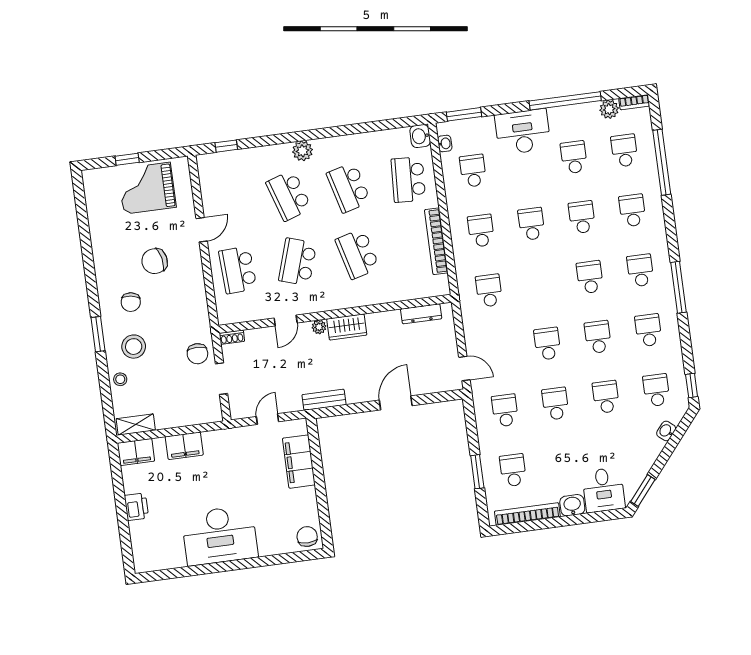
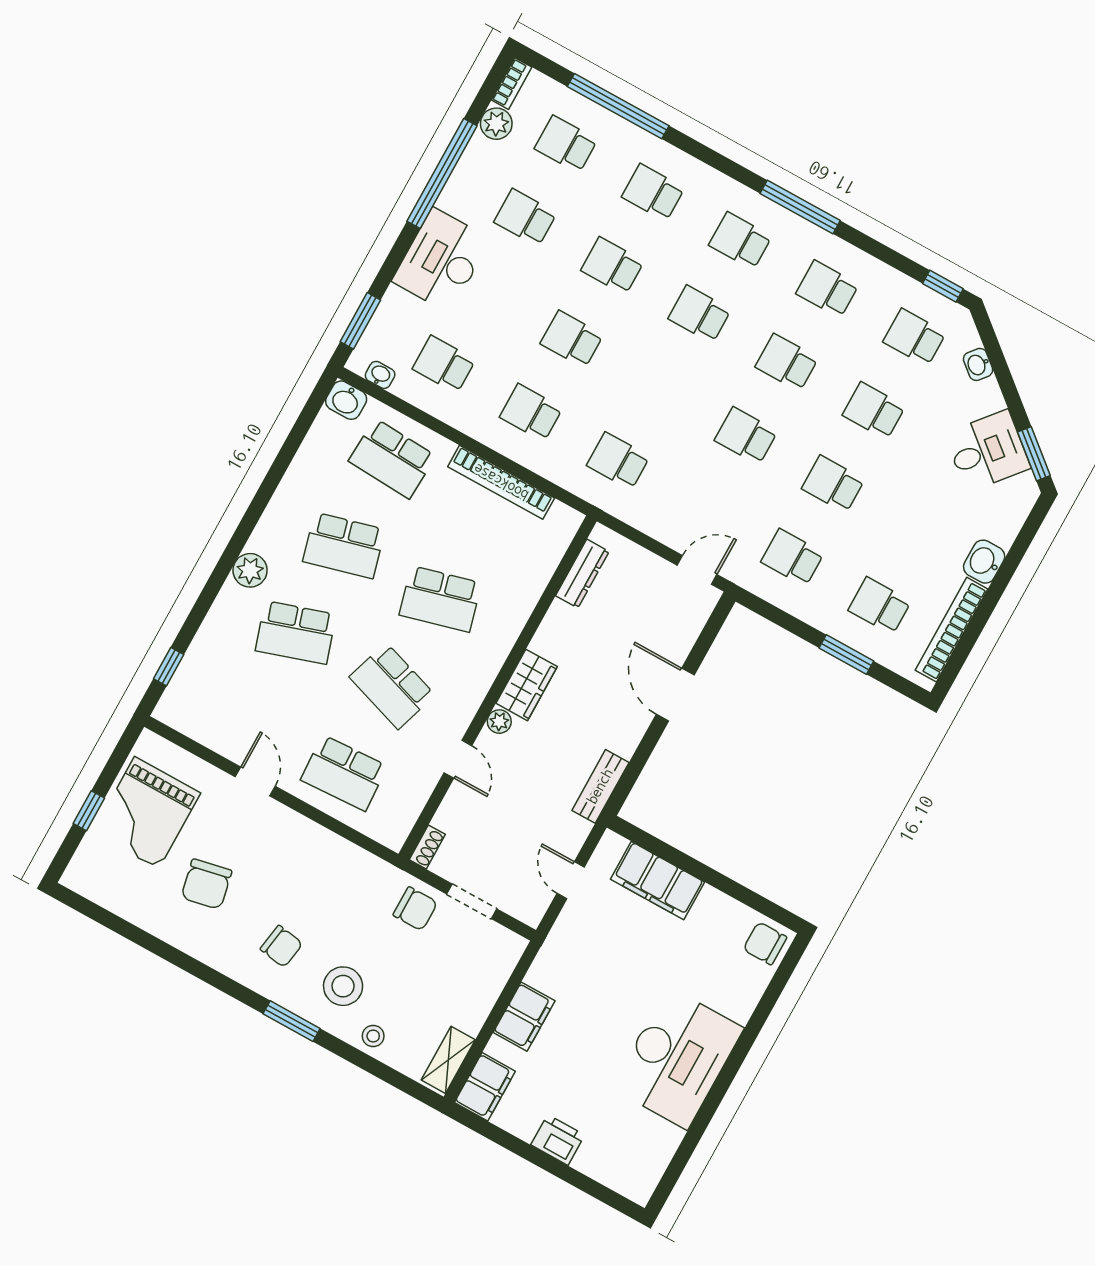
chair: (155, 261) -> (206, 884), moved
desk: (603, 490) -> (987, 451), moved, turned -50

